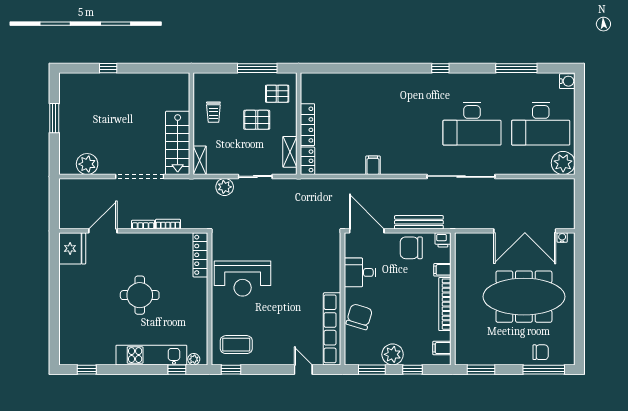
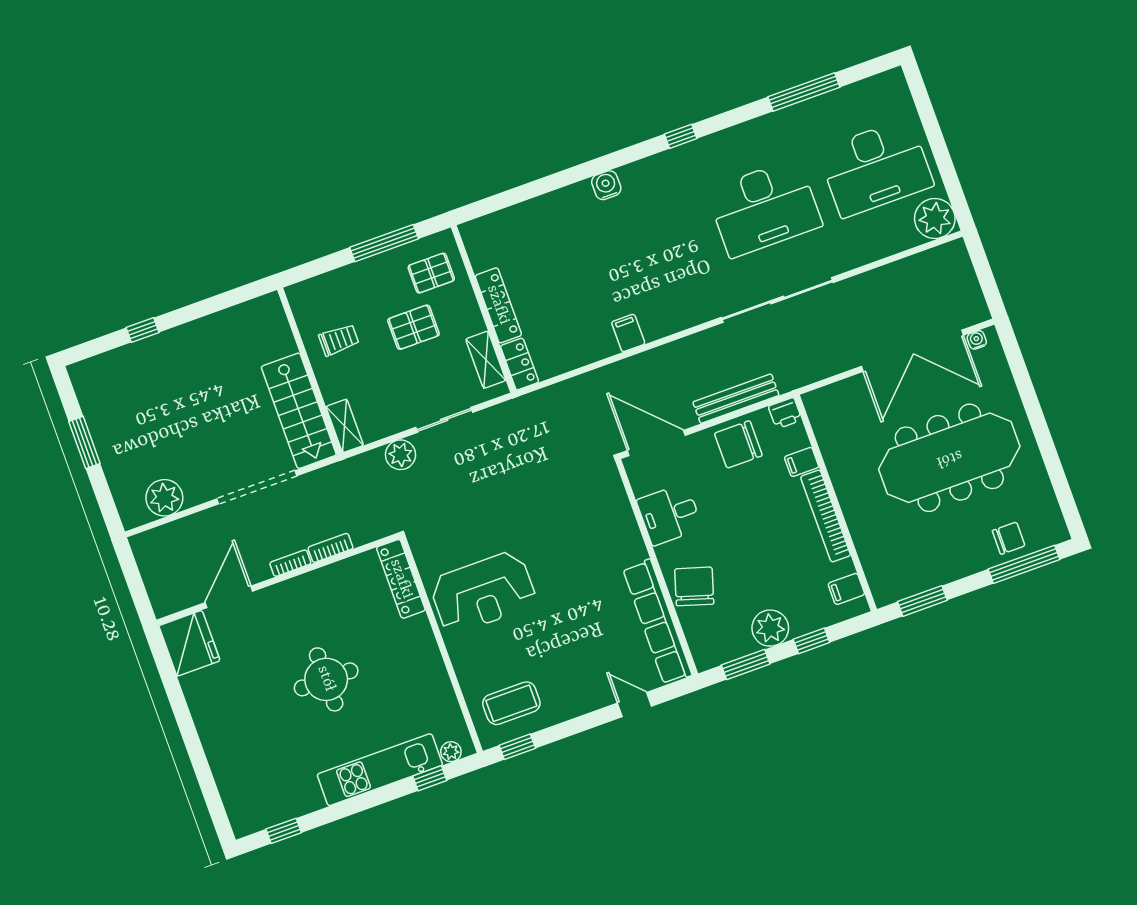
water cooler: (567, 81) -> (606, 185), moved, turned -90
trolley: (213, 112) -> (339, 340), turned -90

